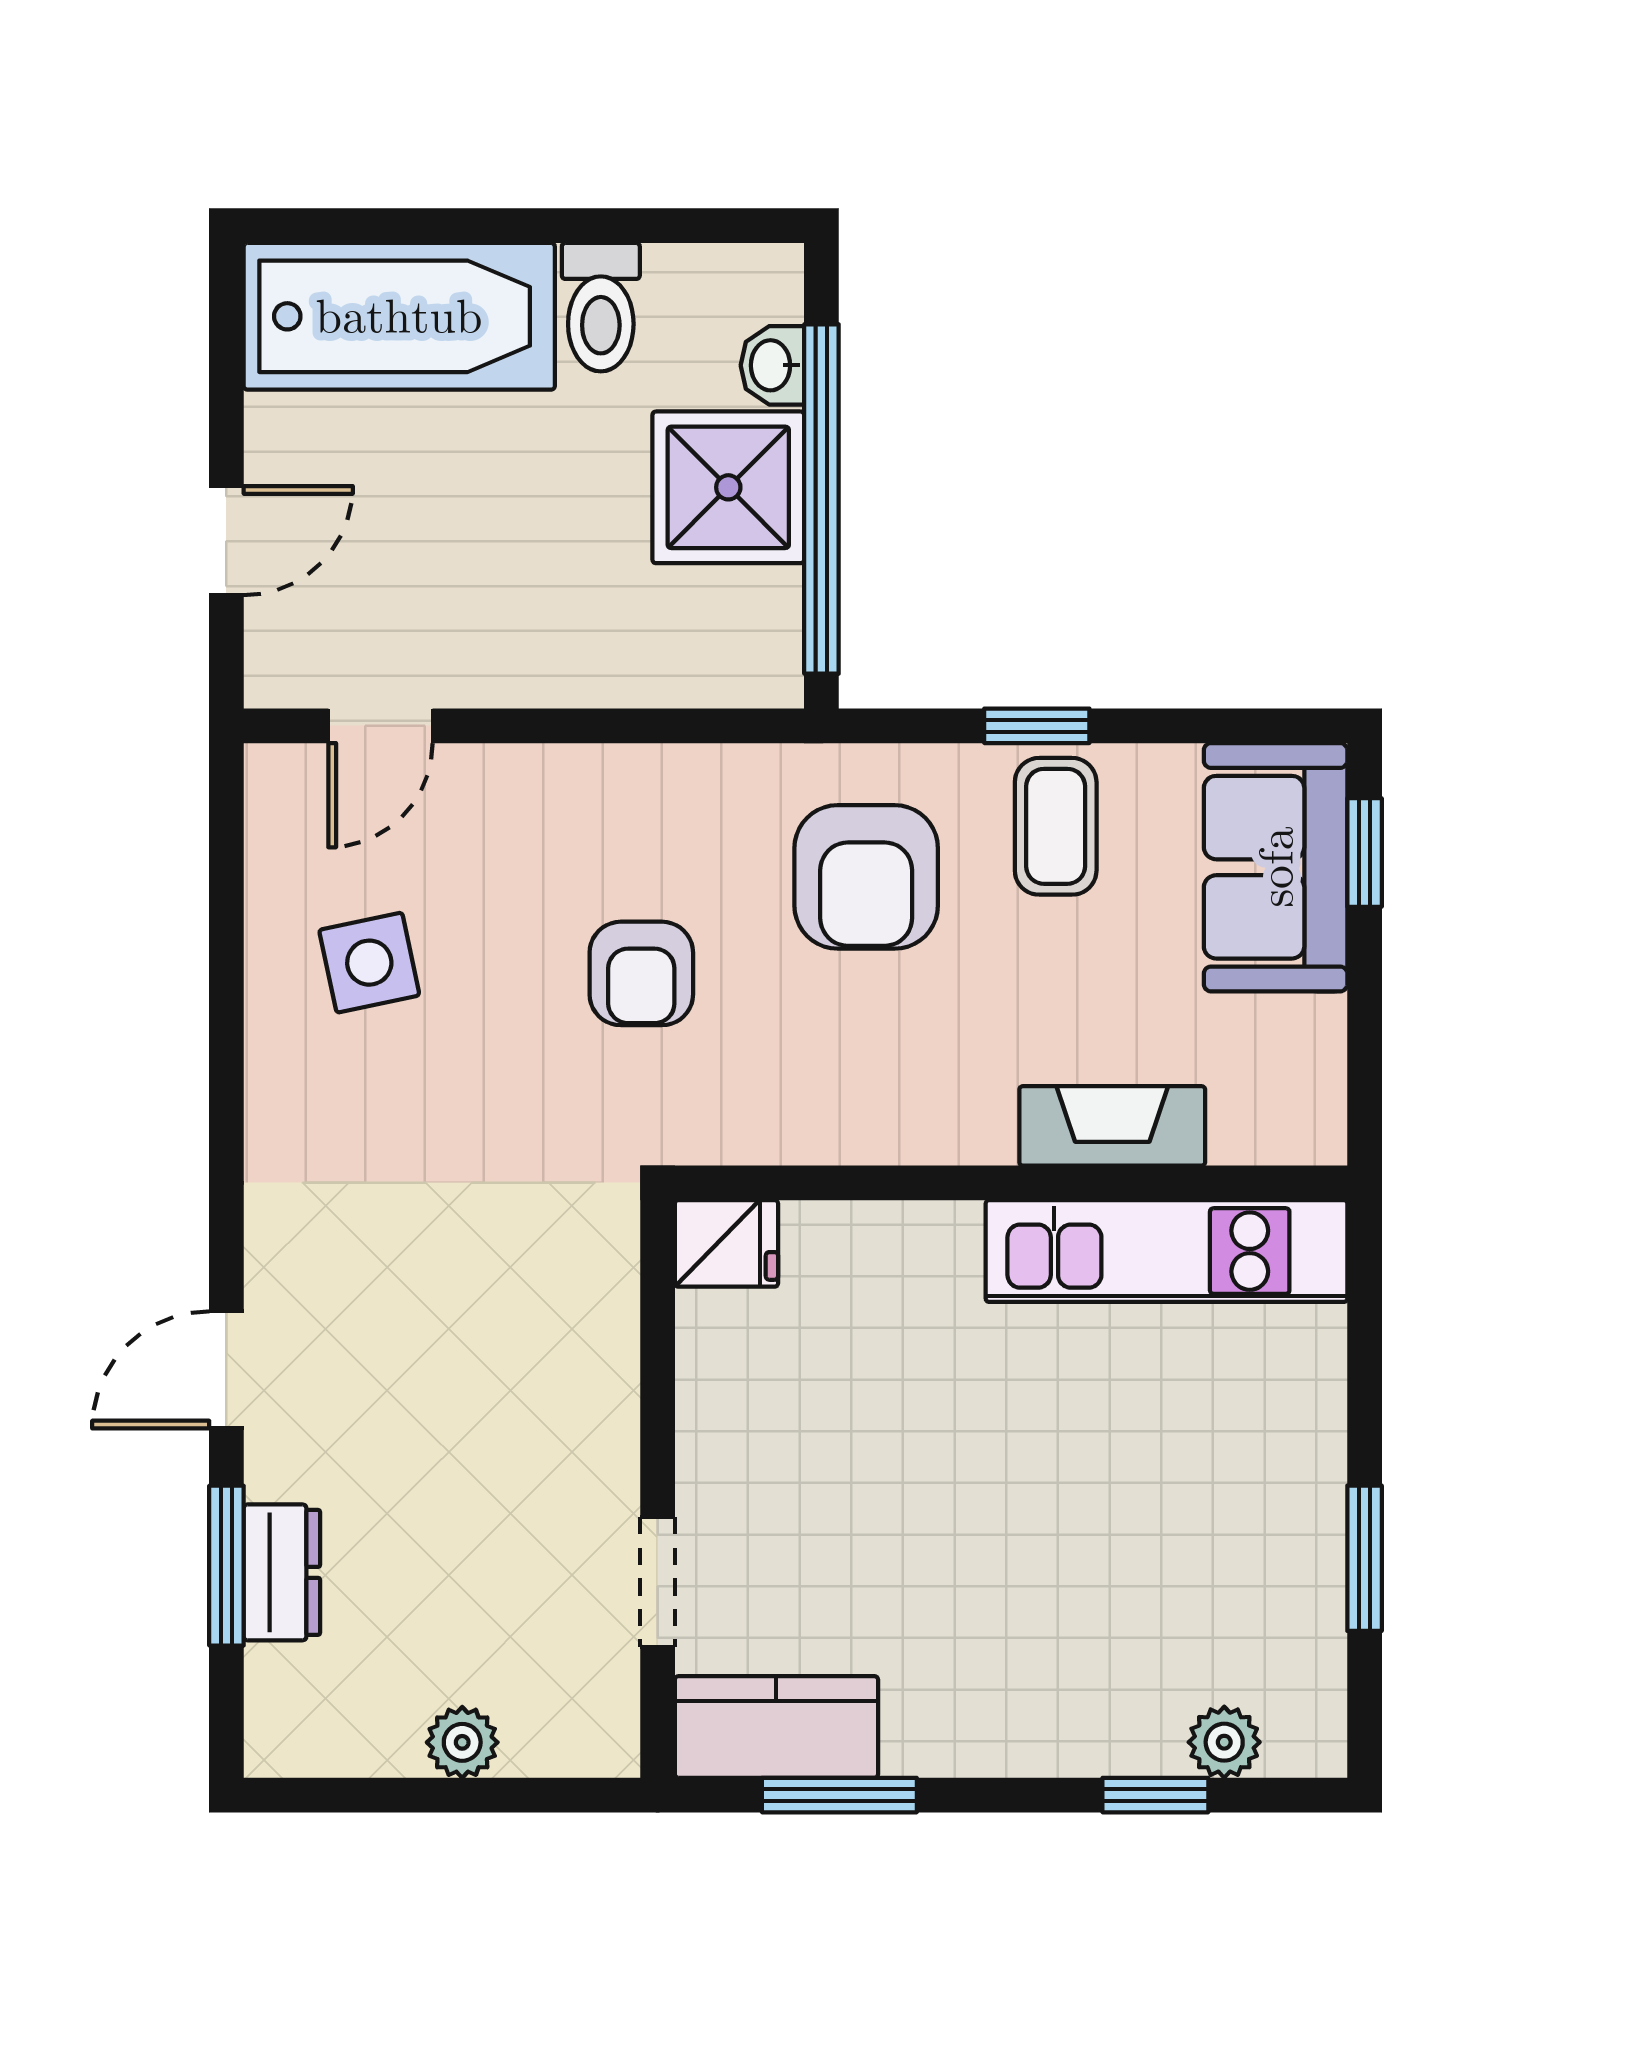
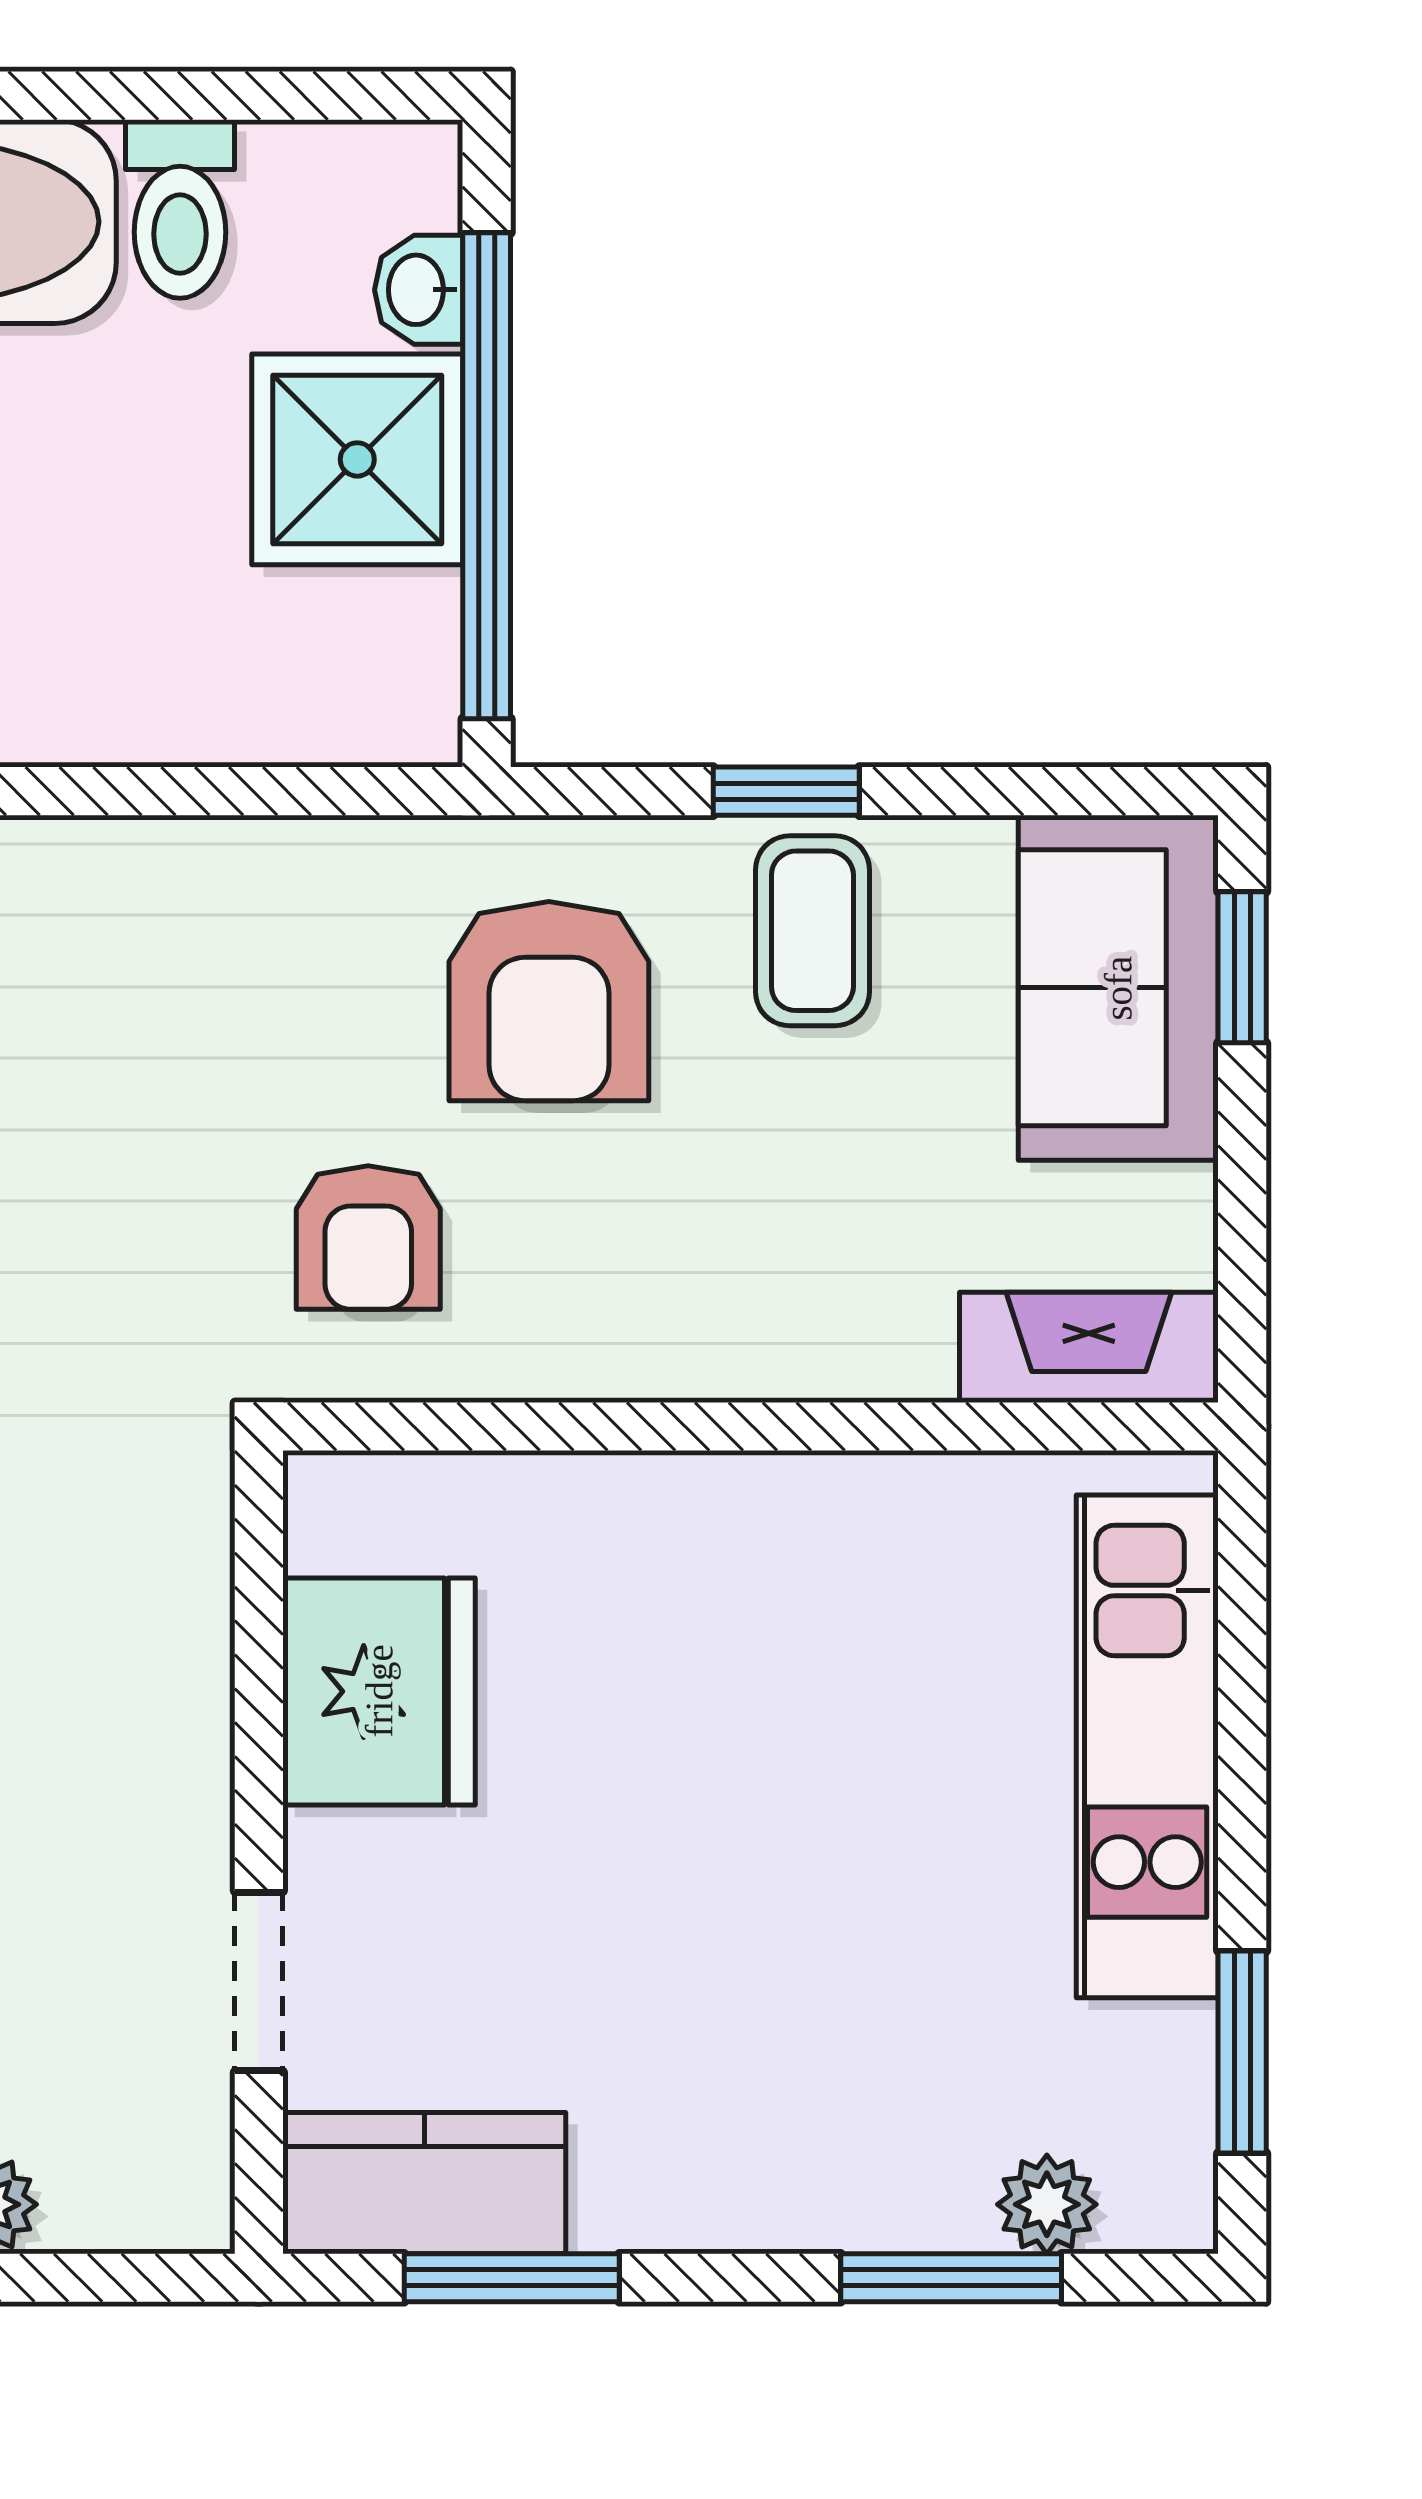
armchair: (641, 973) -> (368, 1238), moved
fireplace: (1112, 1126) -> (1089, 1347), moved
fridge: (726, 1243) -> (379, 1691), moved, width x1.88, depth x1.34
kitchen unit: (1167, 1251) -> (1147, 1746), moved, turned 90
window: (1365, 1558) -> (1242, 2052), moved
window: (1155, 1795) -> (951, 2278), width x1.50

